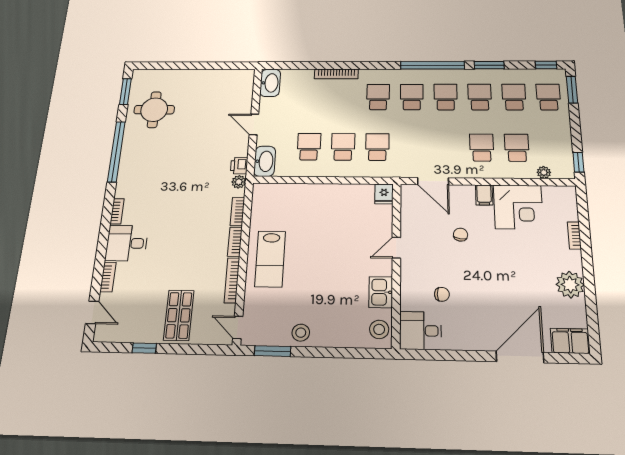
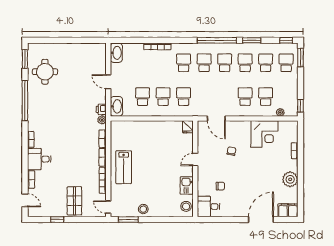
filing cabinet: (484, 195) -> (245, 127), removed

